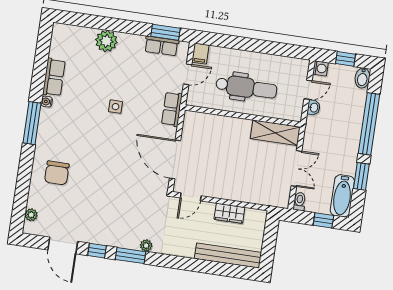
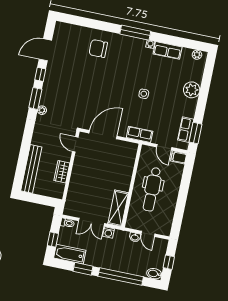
washing machine: (321, 68) -> (108, 232), moved
plant: (31, 215) -> (197, 55), moved

